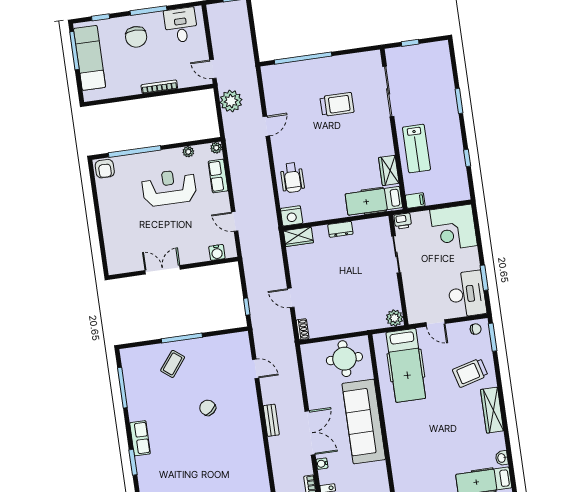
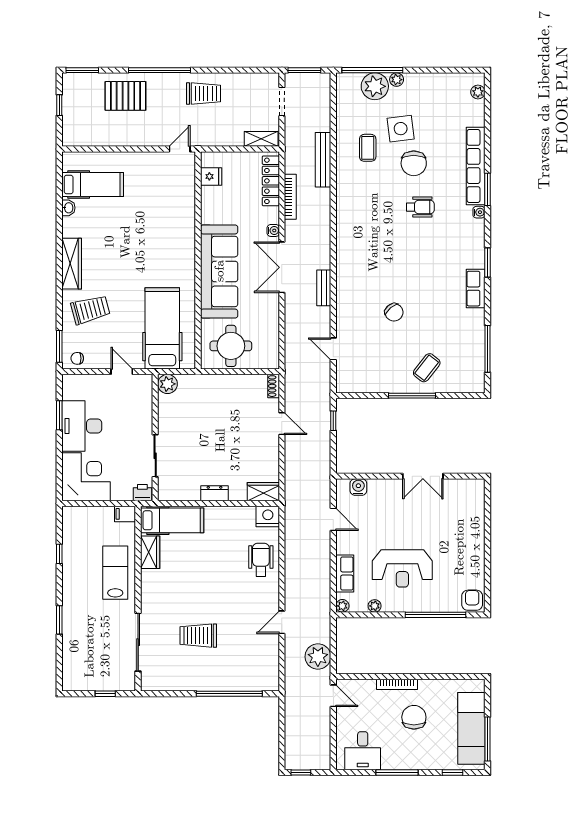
chair: (136, 37) -> (414, 717), moved
desk: (467, 294) -> (82, 426), moved

